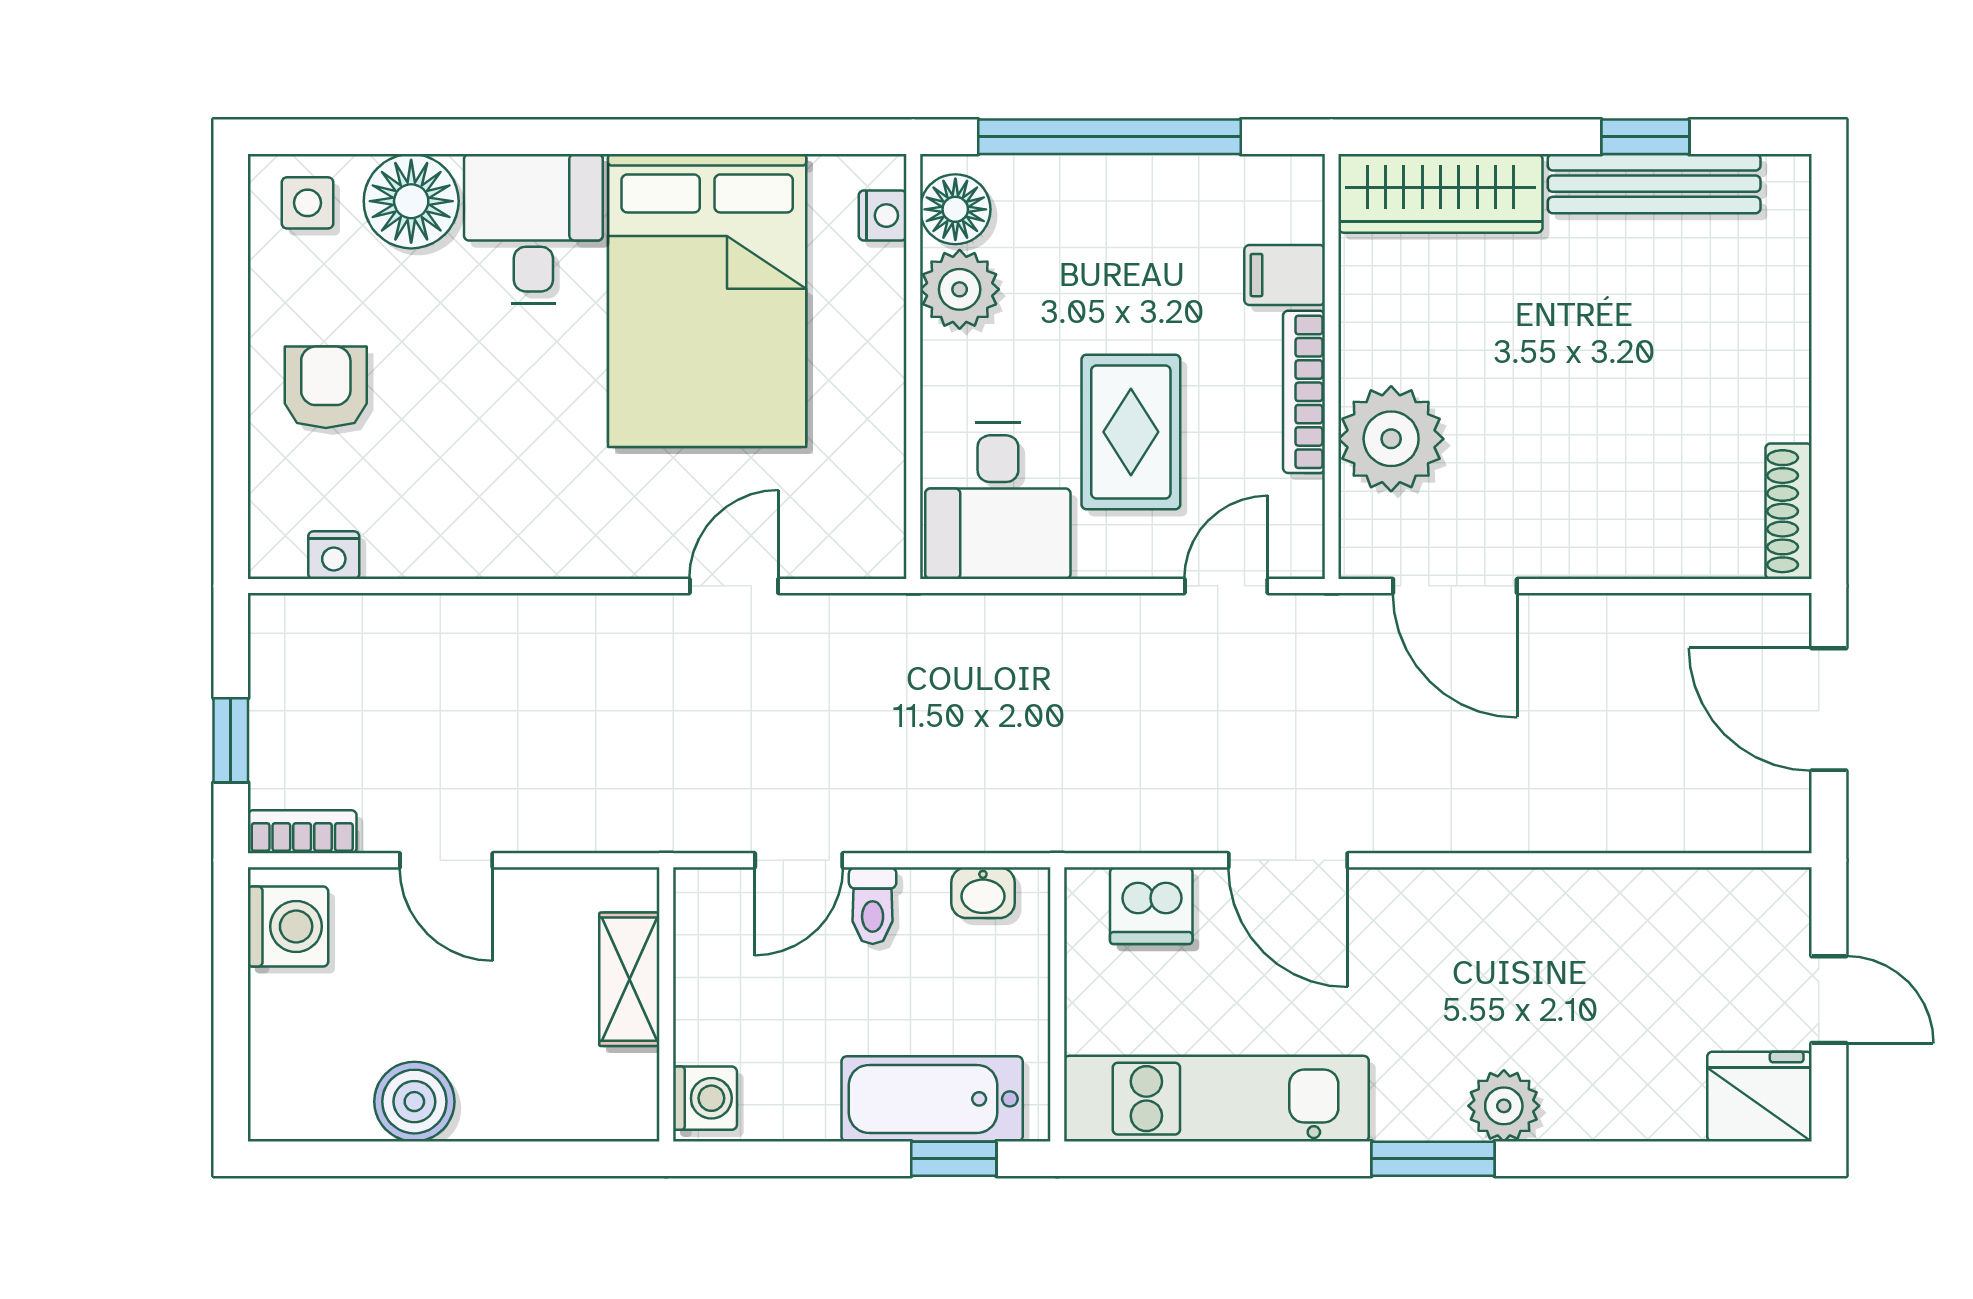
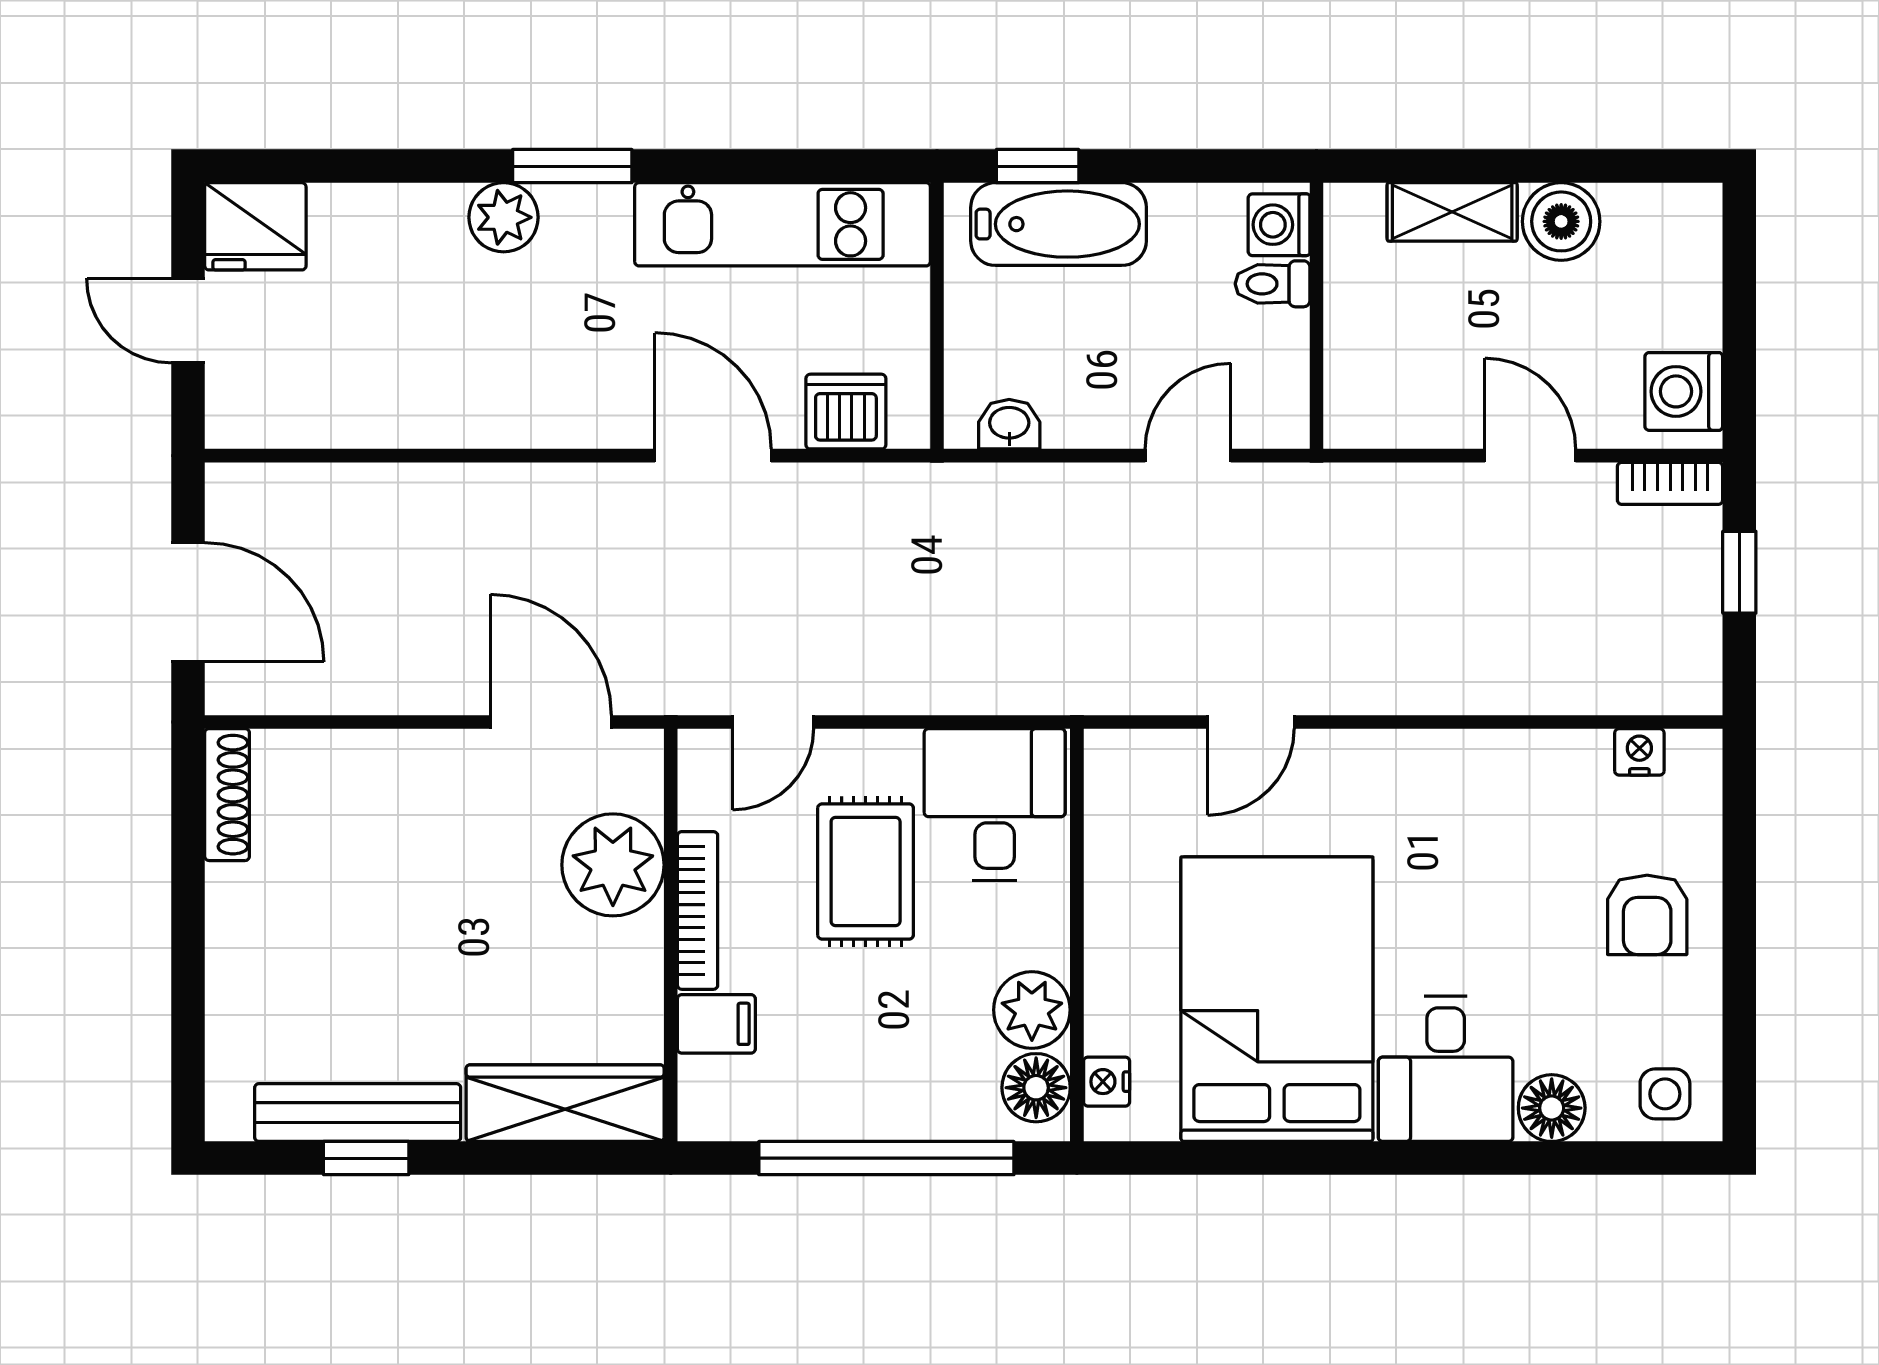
floor lamp: (411, 201) -> (1552, 1108), width x0.73, depth x0.73
toilet: (873, 906) -> (1273, 284), moved, turned -90
shelving: (629, 979) -> (1452, 212), moved, turned 90

